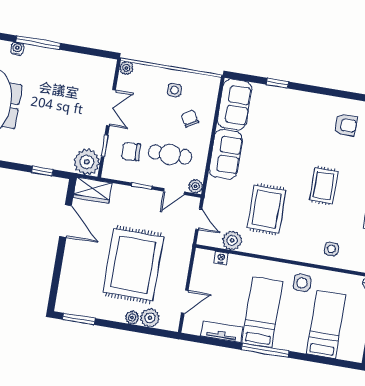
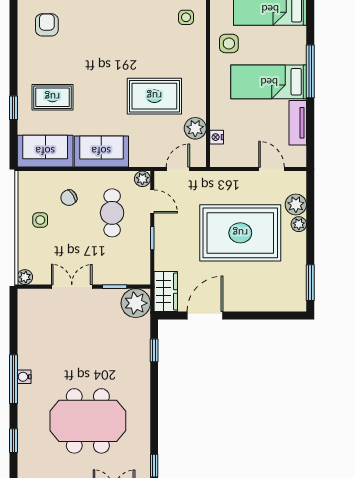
water cooler: (17, 49) -> (24, 377), moved
chair: (131, 152) -> (116, 256), removed
rug: (324, 186) -> (52, 97), moved

